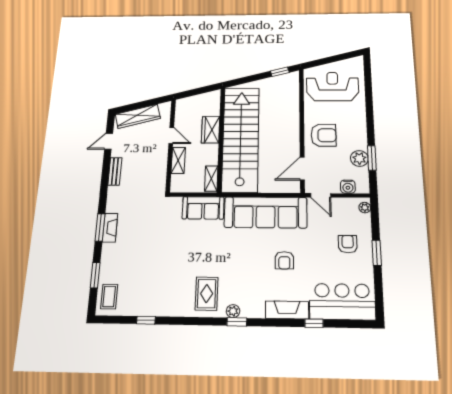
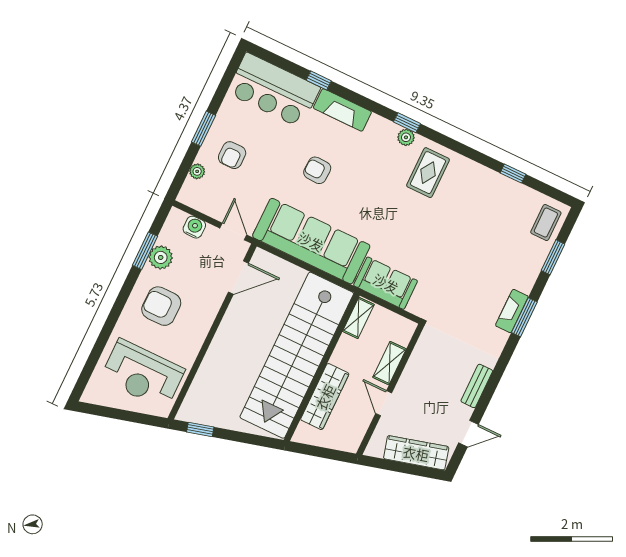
wardrobe: (211, 130) -> (325, 397), width x1.50
armchair: (323, 135) -> (161, 306), moved
plant: (365, 208) -> (197, 171), moved
armchair: (284, 260) -> (317, 170), turned -88

